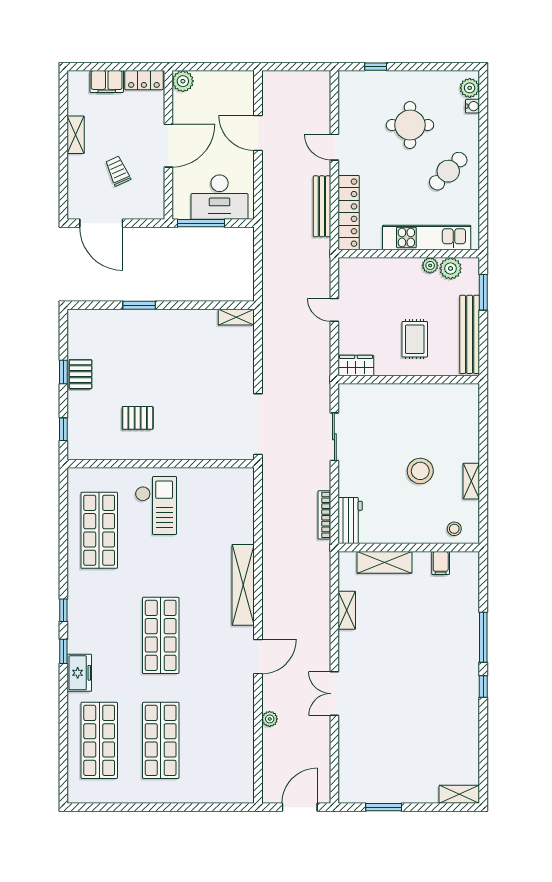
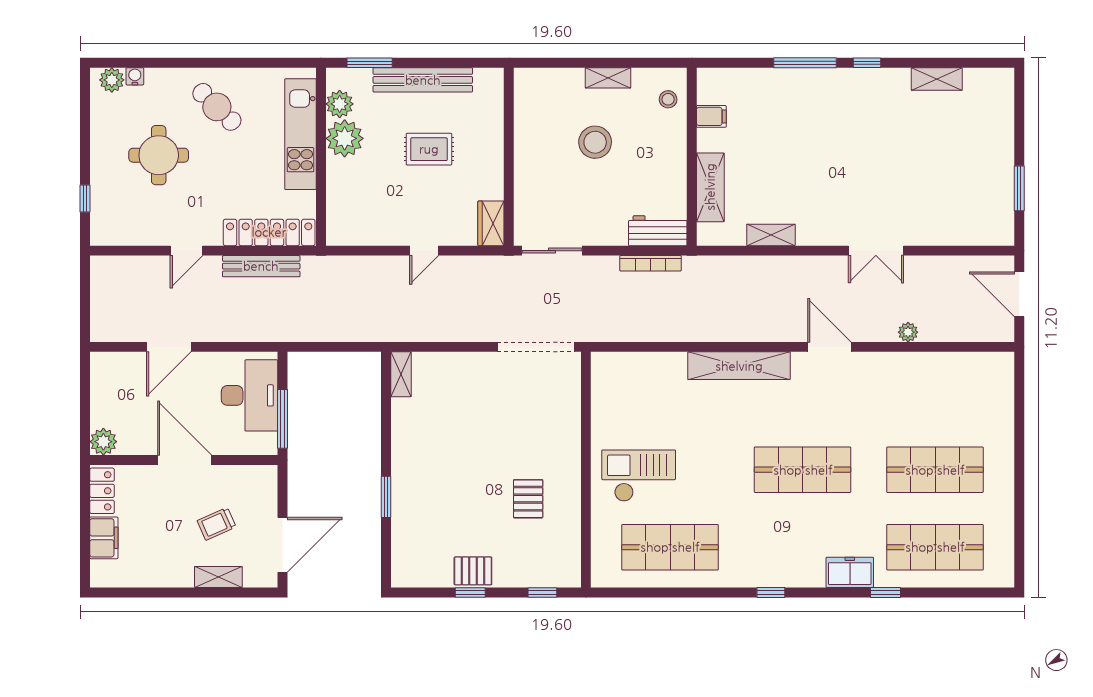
shelving: (76, 135) -> (218, 577), moved
plant: (430, 265) -> (345, 138), width x1.88, depth x1.88
door: (334, 310) -> (424, 251), moved
wardrobe: (356, 366) -> (491, 223), moved
wall: (409, 380) -> (509, 157), moved
window: (63, 651) -> (886, 592), moved
shelving: (459, 794) -> (937, 79), moved, turned 90

